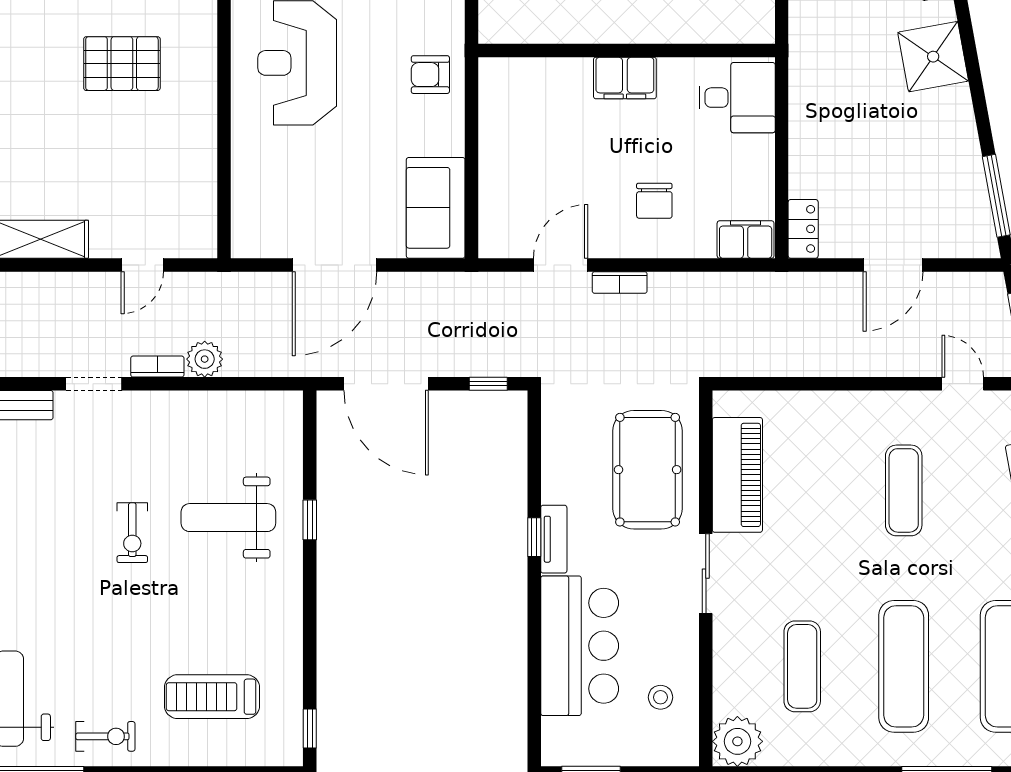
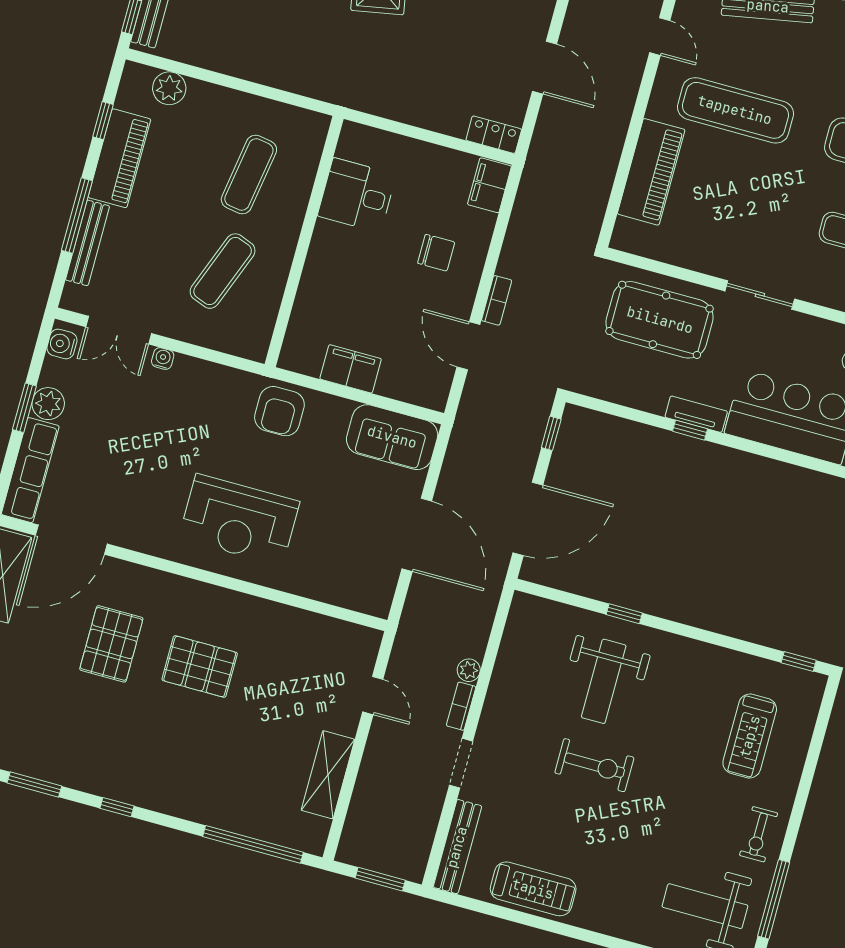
pallet: (122, 64) -> (200, 667), turned 90
armchair: (430, 75) -> (279, 411), width x1.38, depth x1.38
filing cabinet: (625, 78) -> (351, 369), moved, turned -90
desk: (737, 98) -> (357, 195), moved, turned -90
plant: (205, 359) -> (469, 670), width x0.73, depth x0.73
door: (963, 384) -> (660, 37), swing flipped
piano: (737, 475) -> (651, 172), moved, turned 90
exercise mat: (904, 490) -> (735, 110), width x1.36, depth x1.45
exercise bike: (132, 533) -> (594, 765), width x1.38, depth x1.39
exercise bike: (105, 736) -> (759, 834), turned 180

